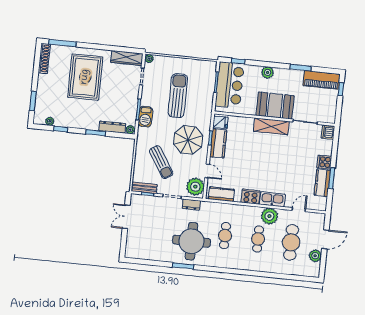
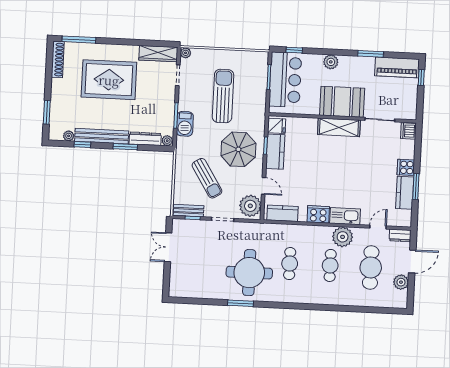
rug: (85, 77) -> (109, 80), turned 90
bench: (77, 123) -> (102, 136), added
dresser: (191, 205) -> (400, 235), moved

